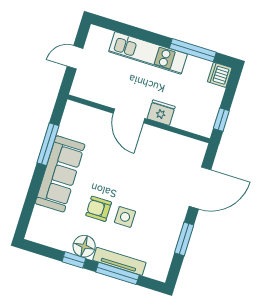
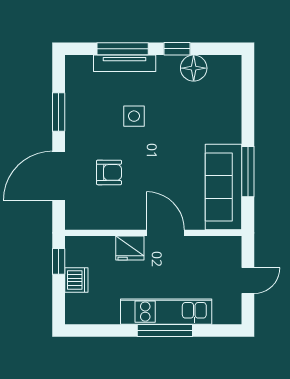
window: (193, 50) -> (165, 331), moved
dishwasher: (220, 75) -> (76, 280), moved
sofa: (60, 174) -> (224, 187), moved
armchair: (99, 209) -> (109, 172), moved
floor lamp: (84, 246) -> (194, 68), moved

